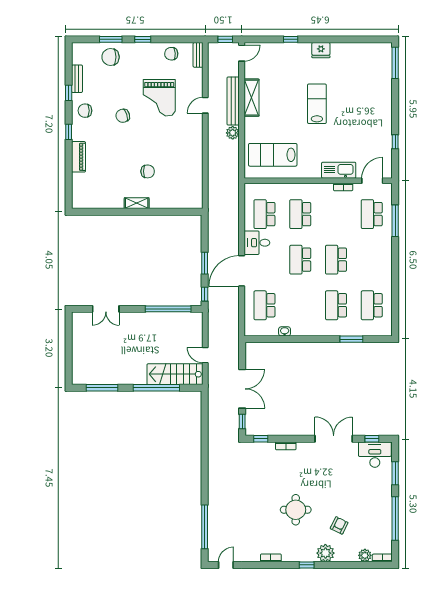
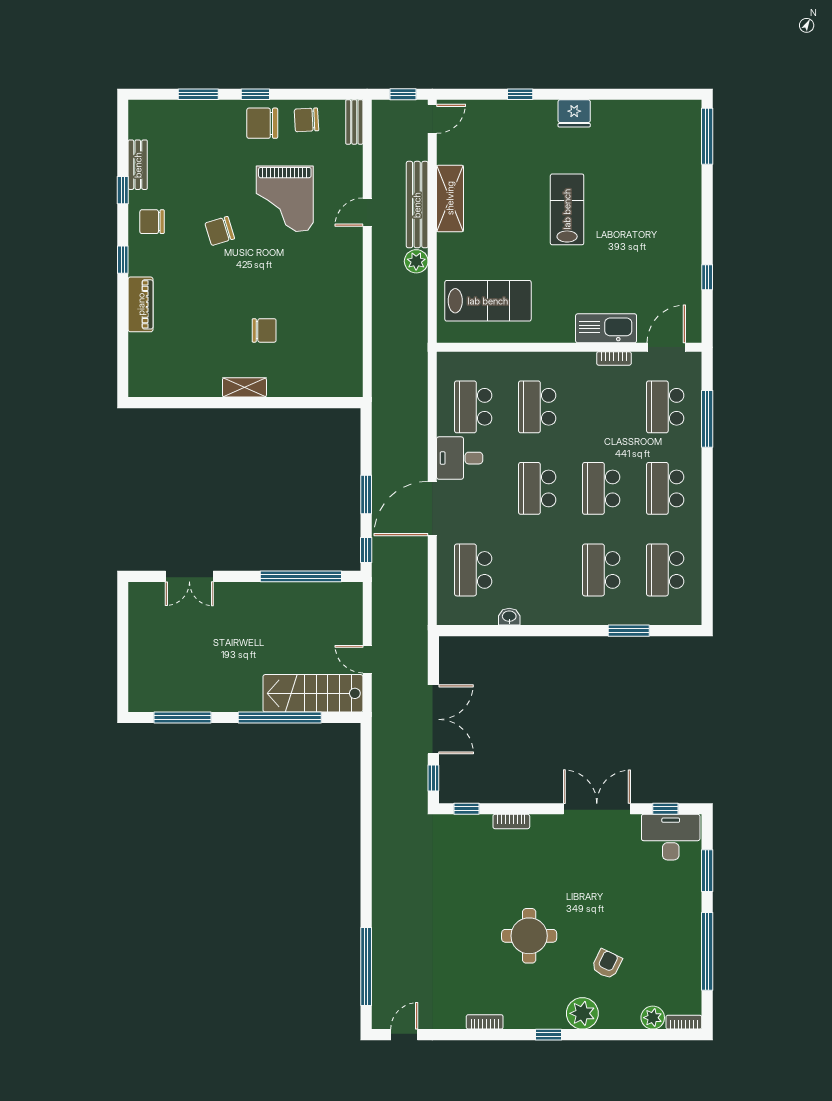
chair: (111, 57) -> (262, 123), moved
lab bench: (273, 155) -> (488, 301), turned 180
school desk: (372, 260) -> (665, 488), added

